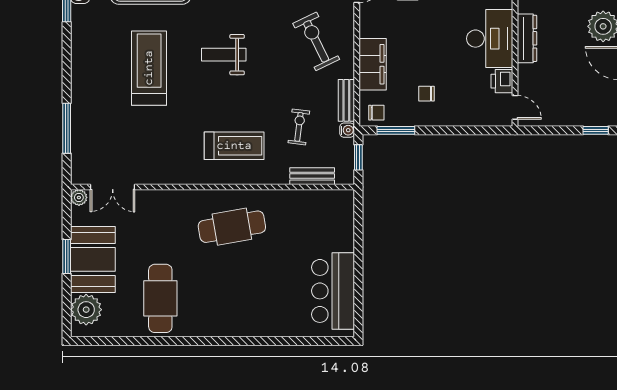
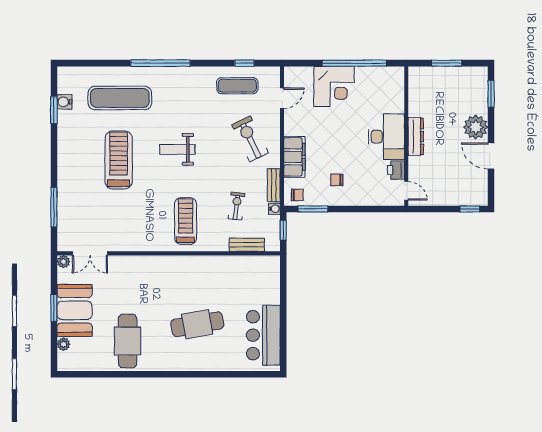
treadmill: (234, 146) -> (186, 221), turned -90
cafe table: (232, 227) -> (197, 324), moved
plant: (86, 310) -> (64, 344), width x0.53, depth x0.53

